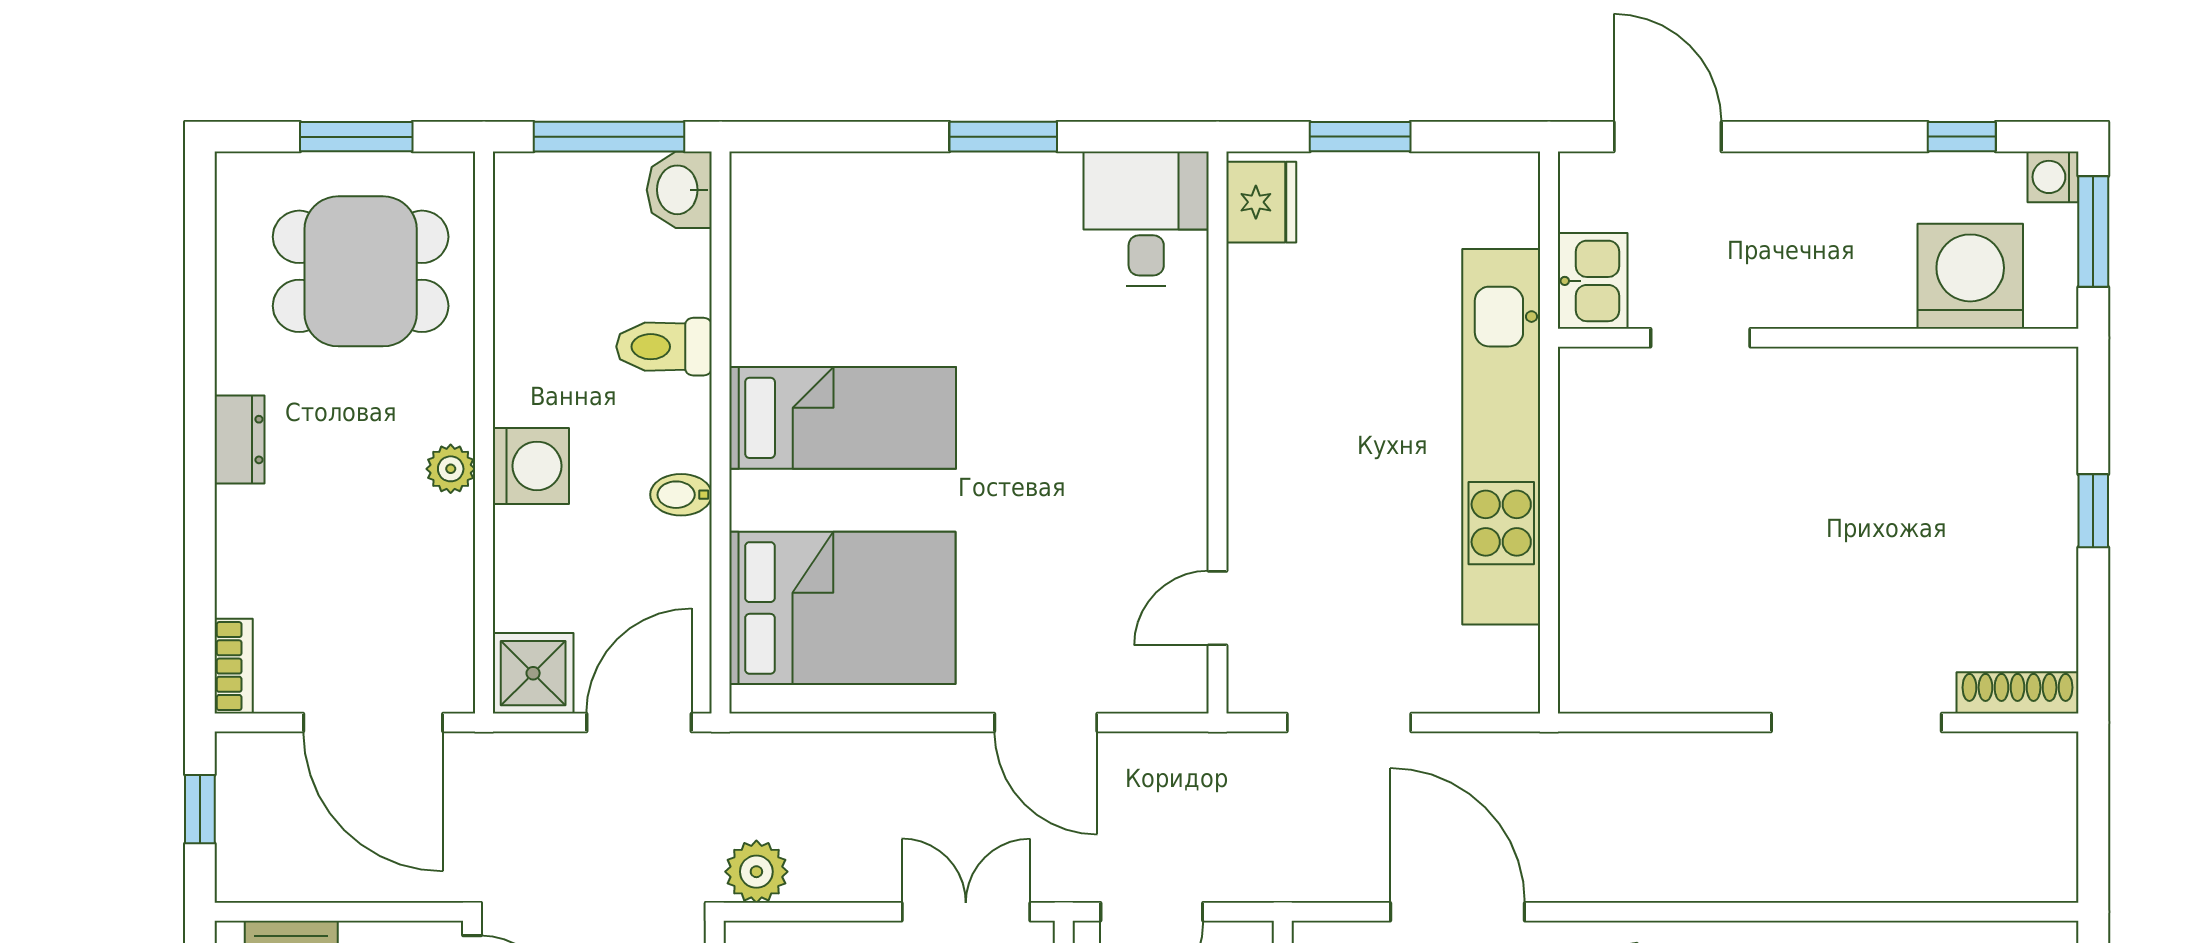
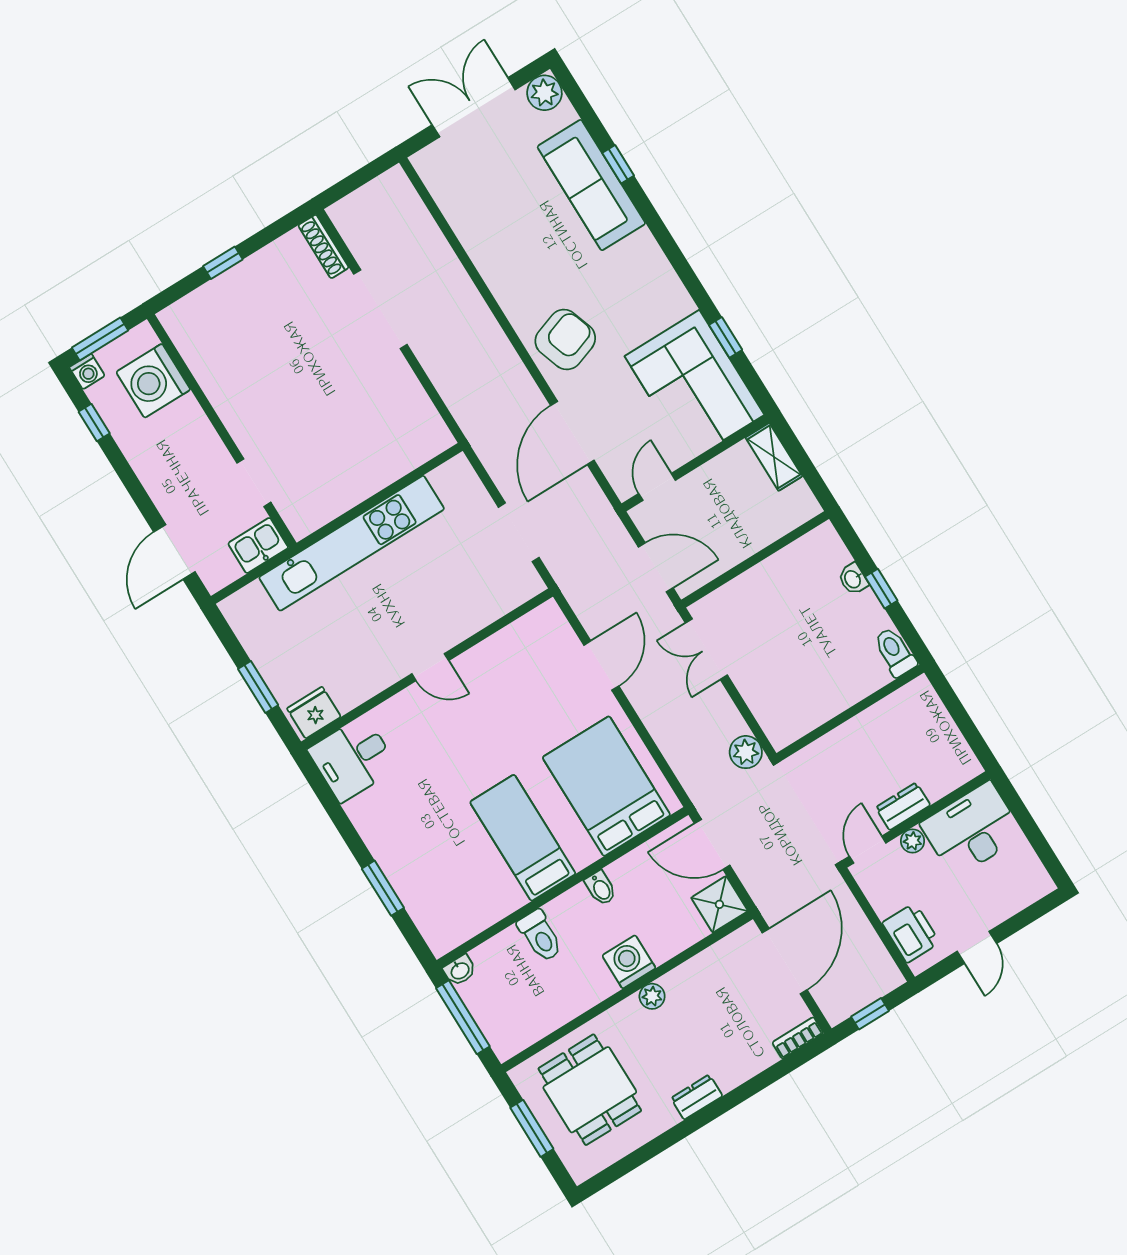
window: (1003, 137) -> (383, 888), moved
washbasin: (679, 190) -> (460, 970), width x0.72, depth x0.69
door: (1218, 608) -> (430, 667), moved

